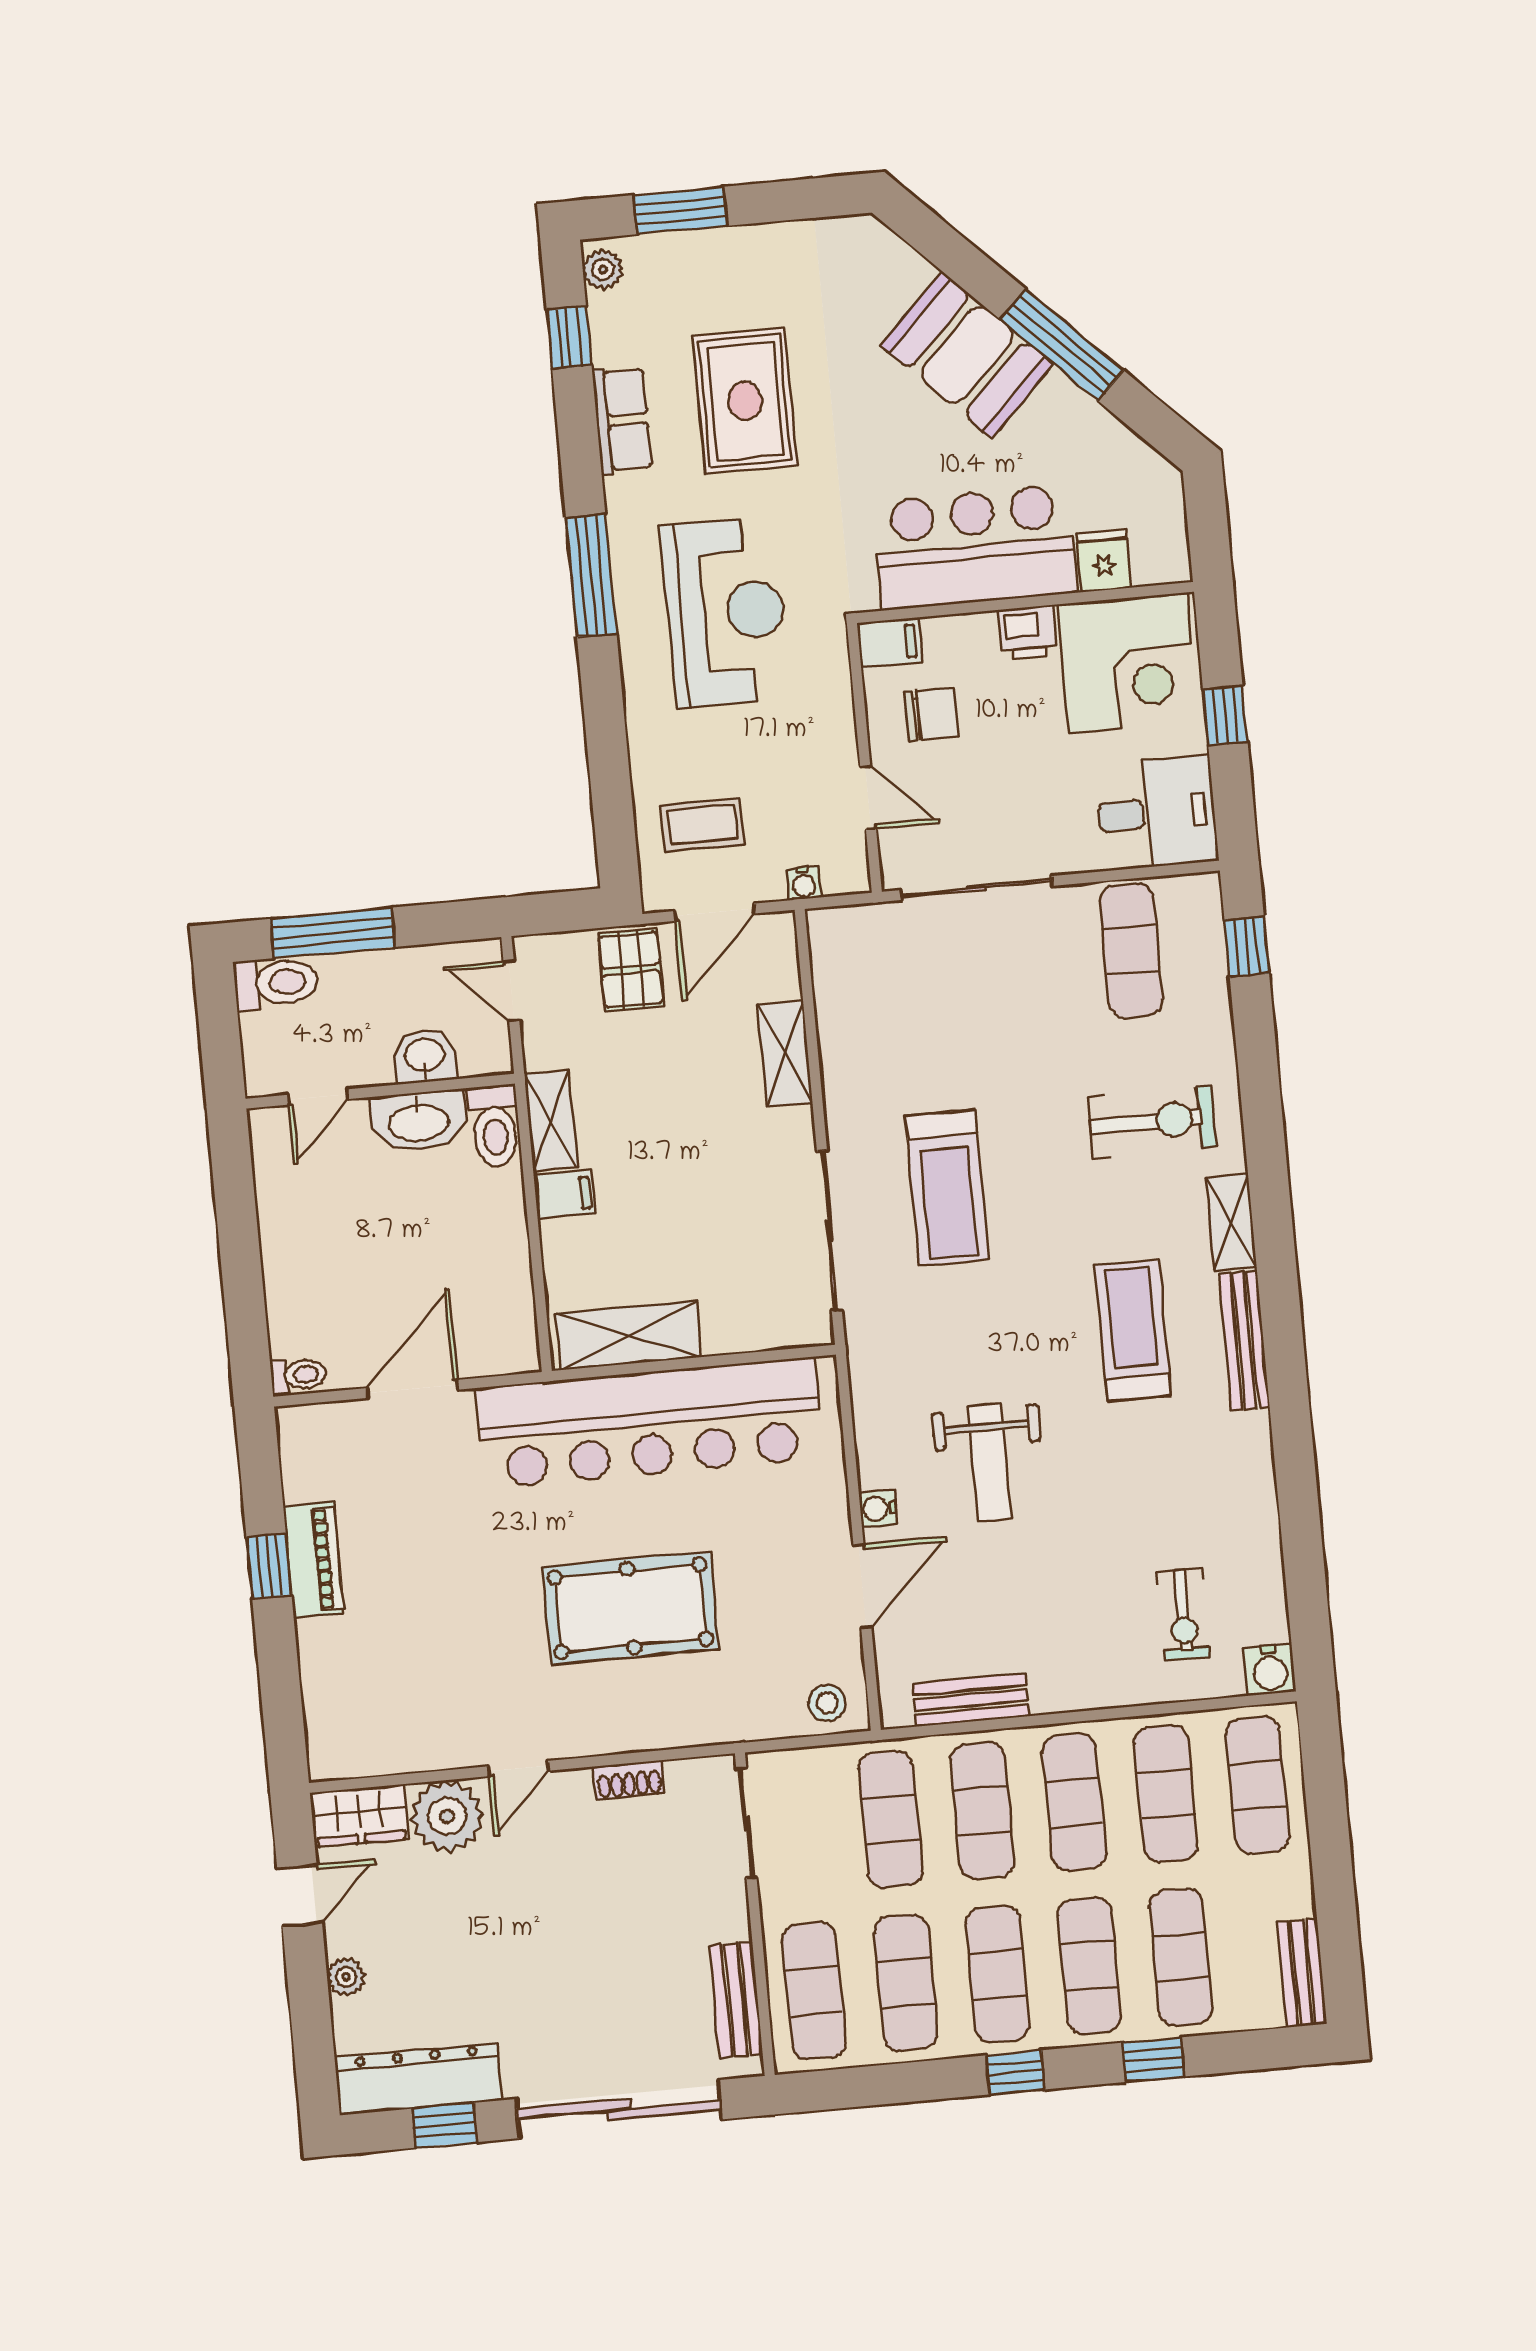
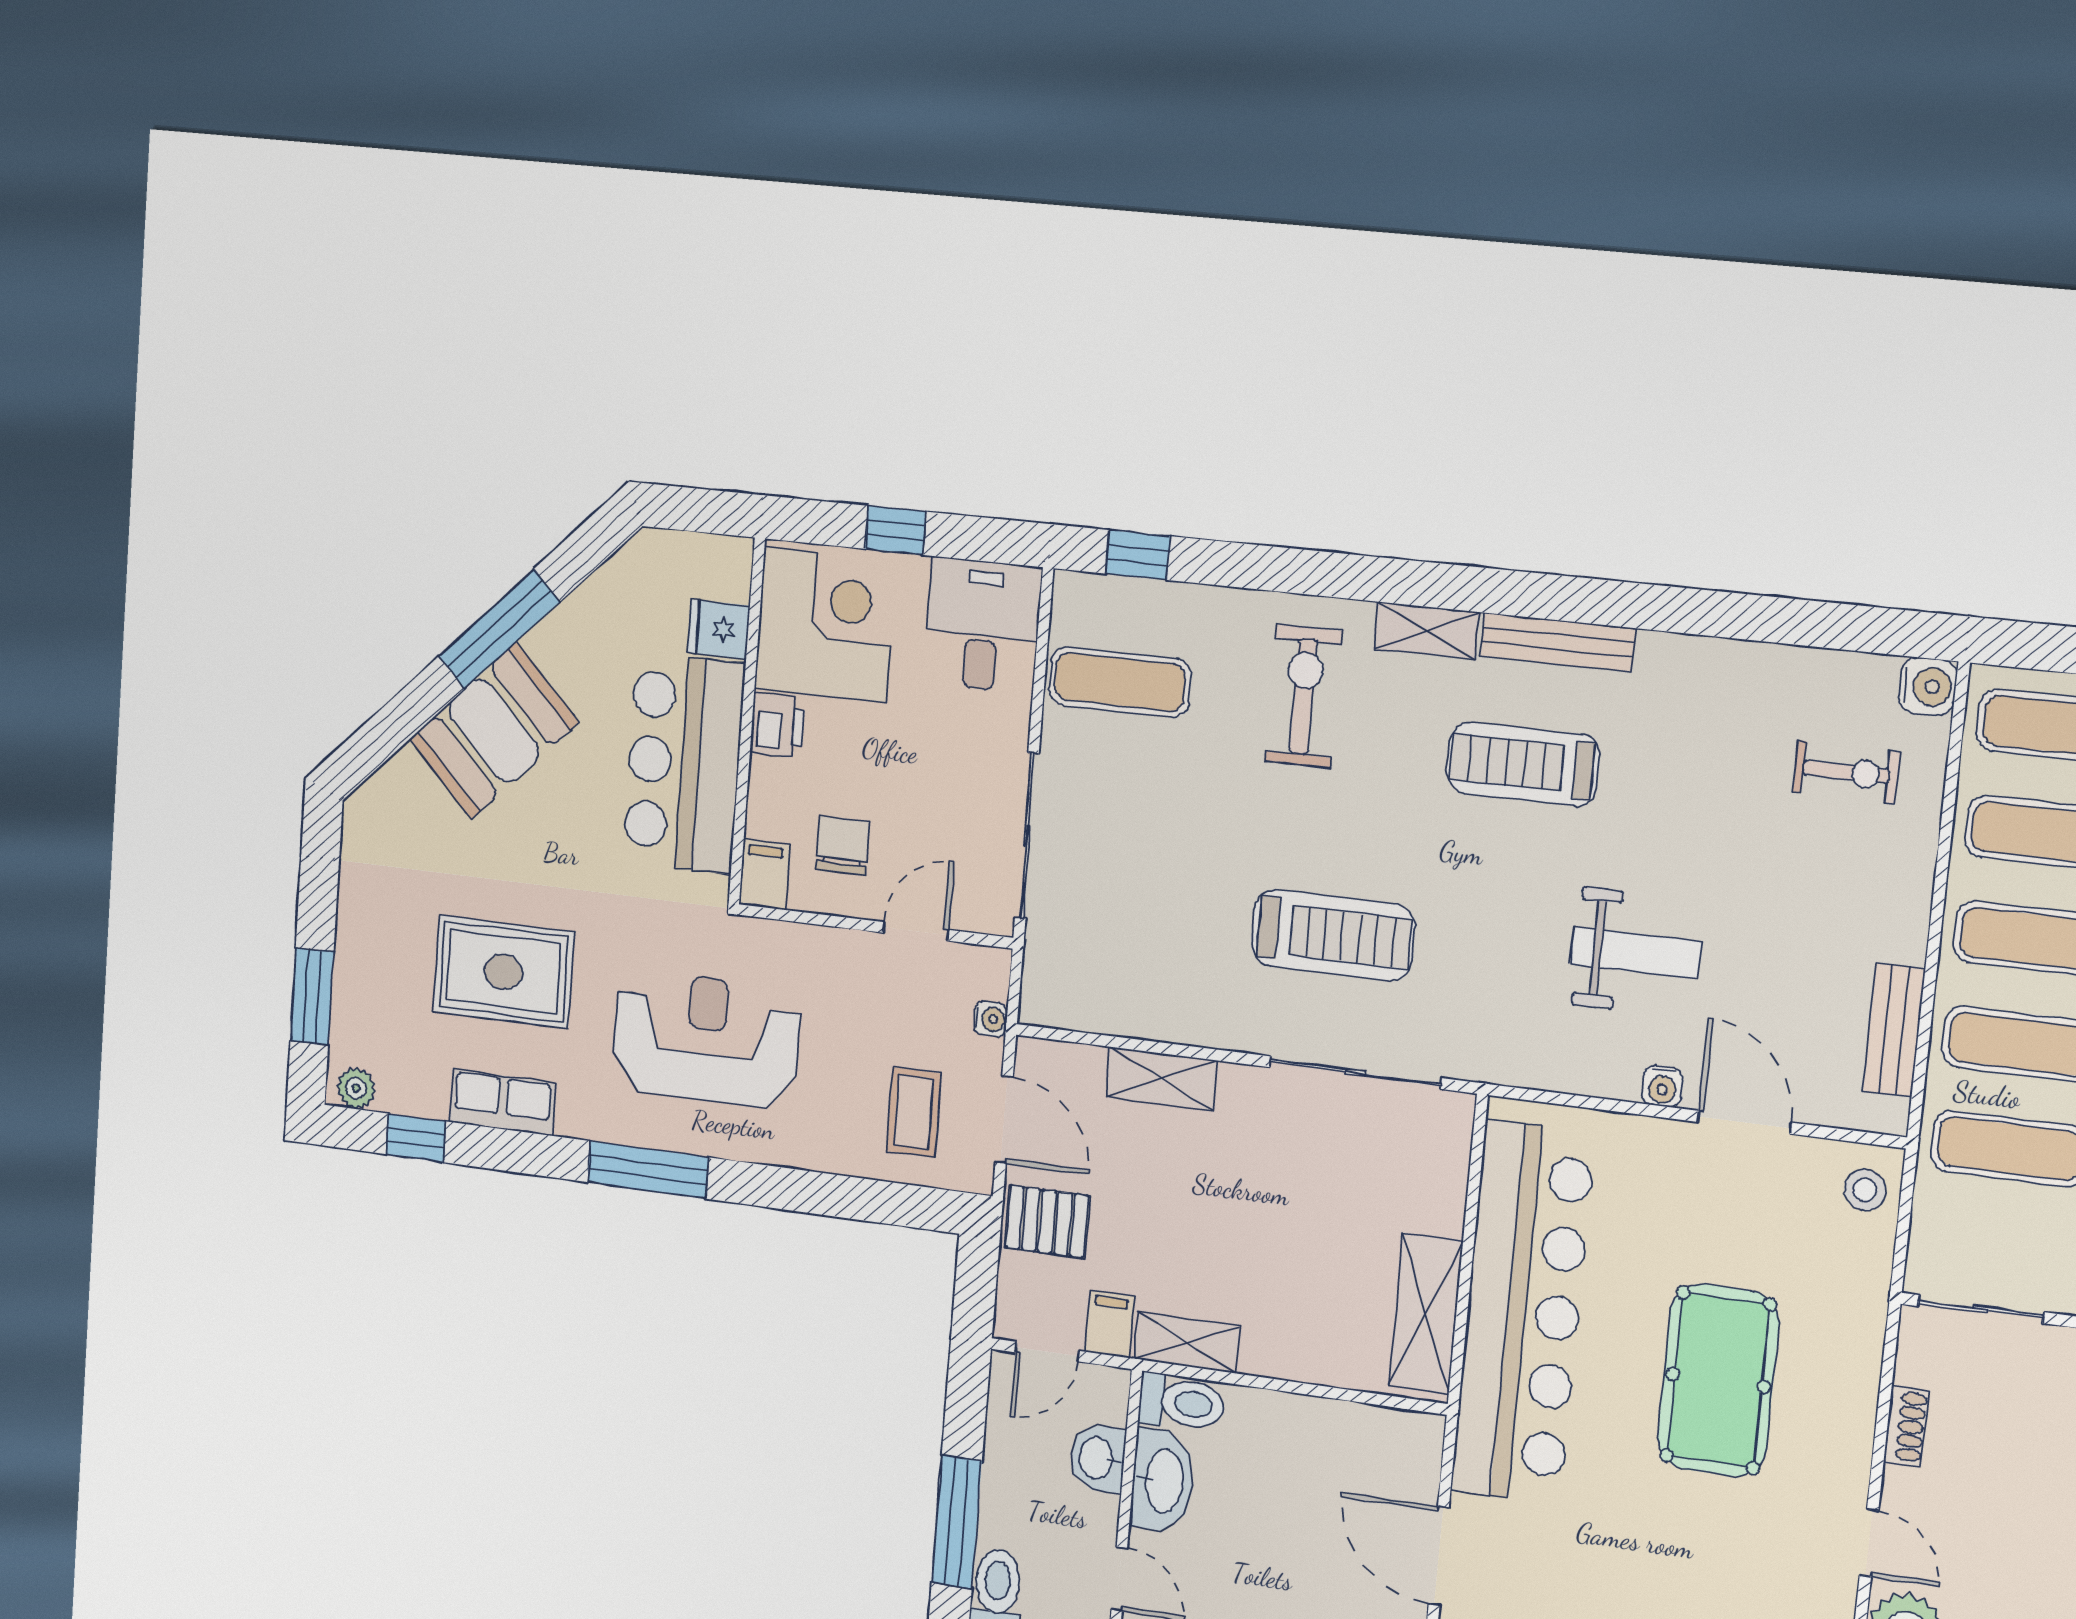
filing cabinet: (565, 1195) -> (1110, 1324), moved

